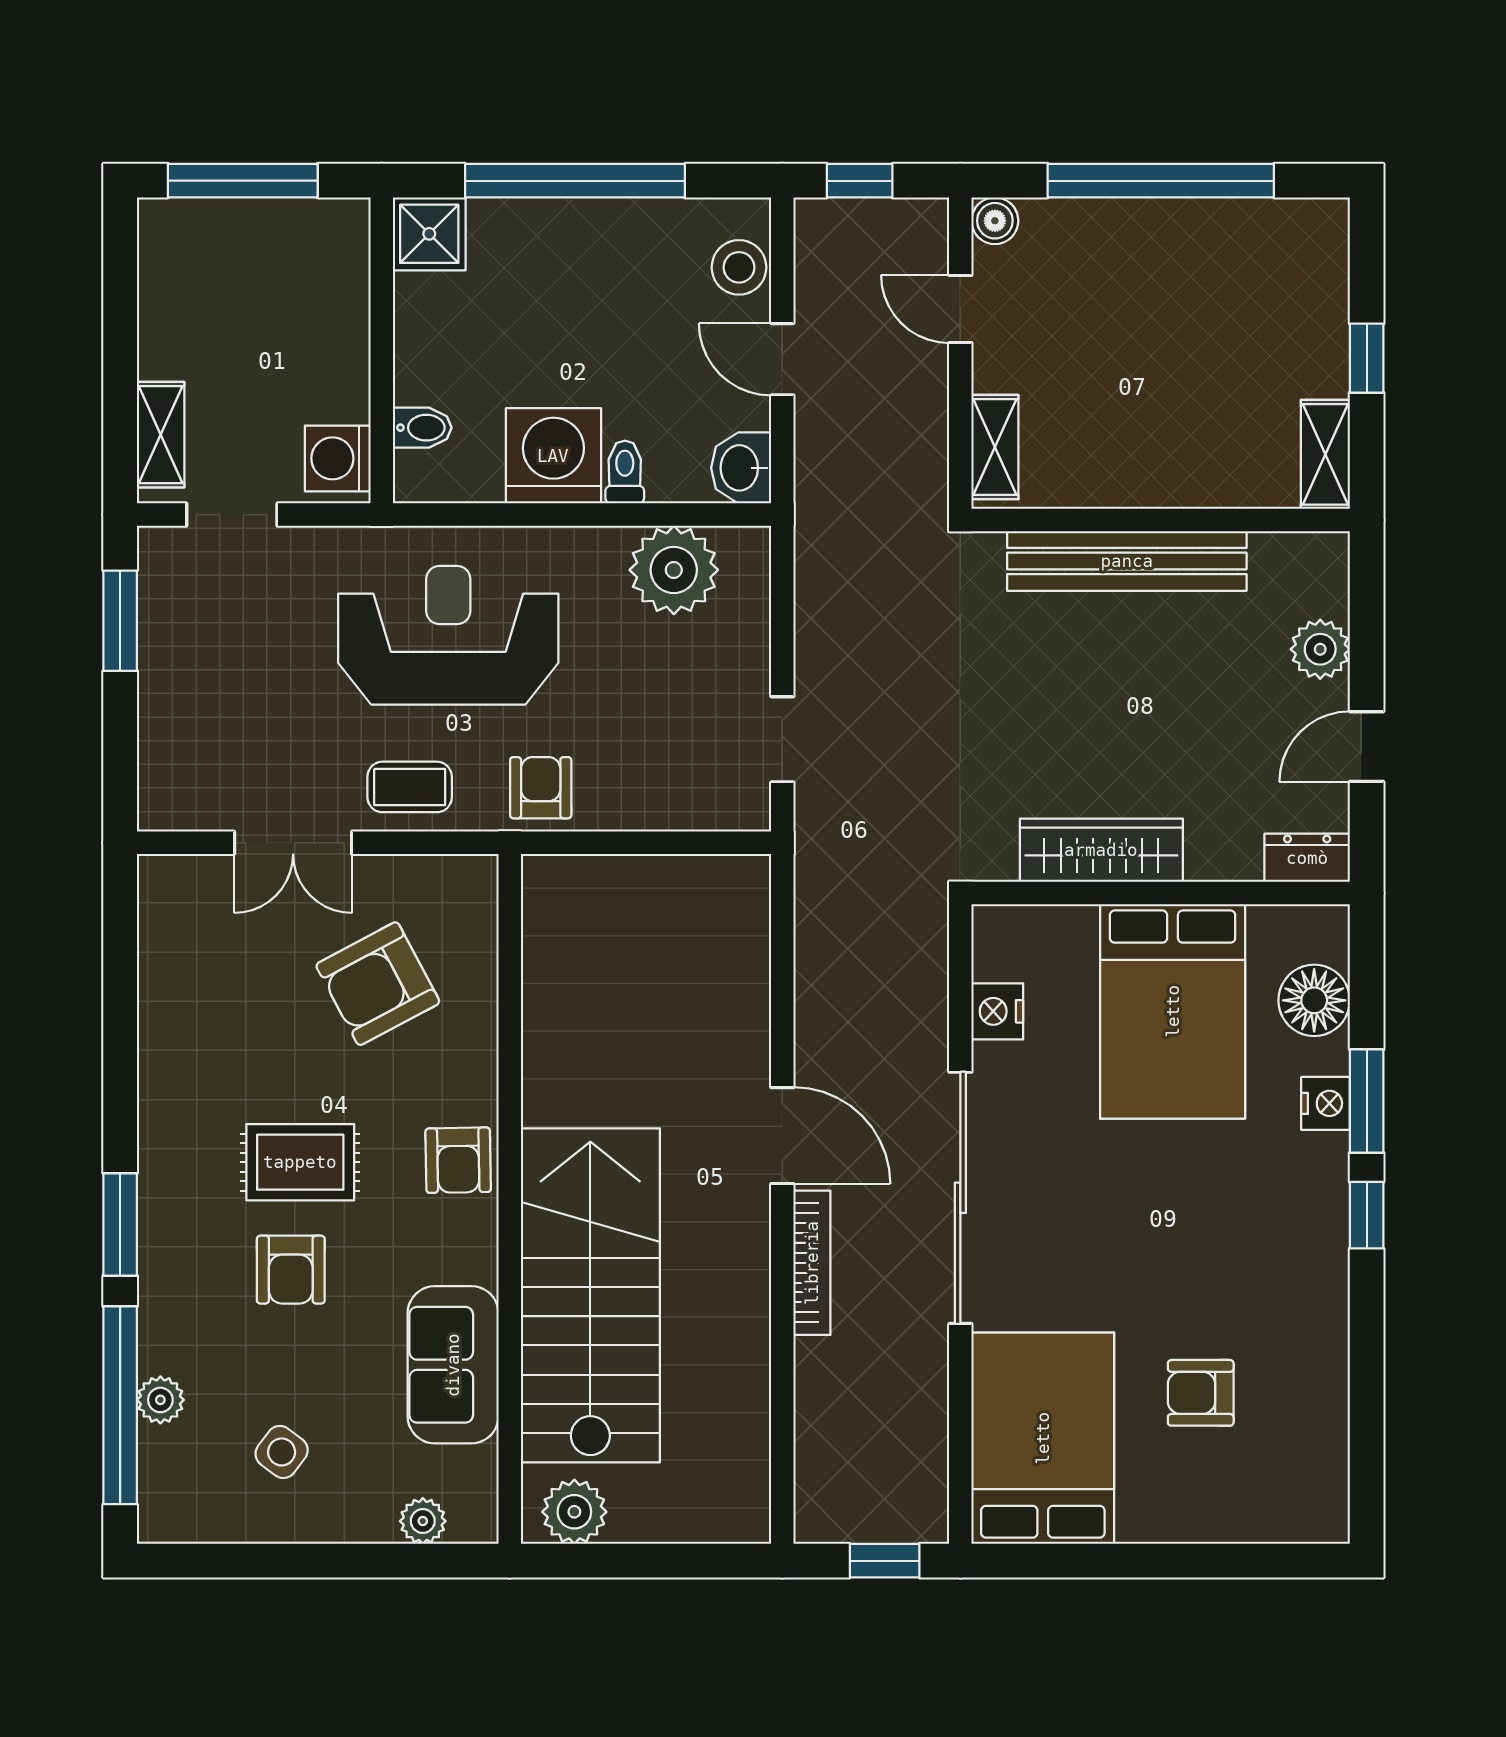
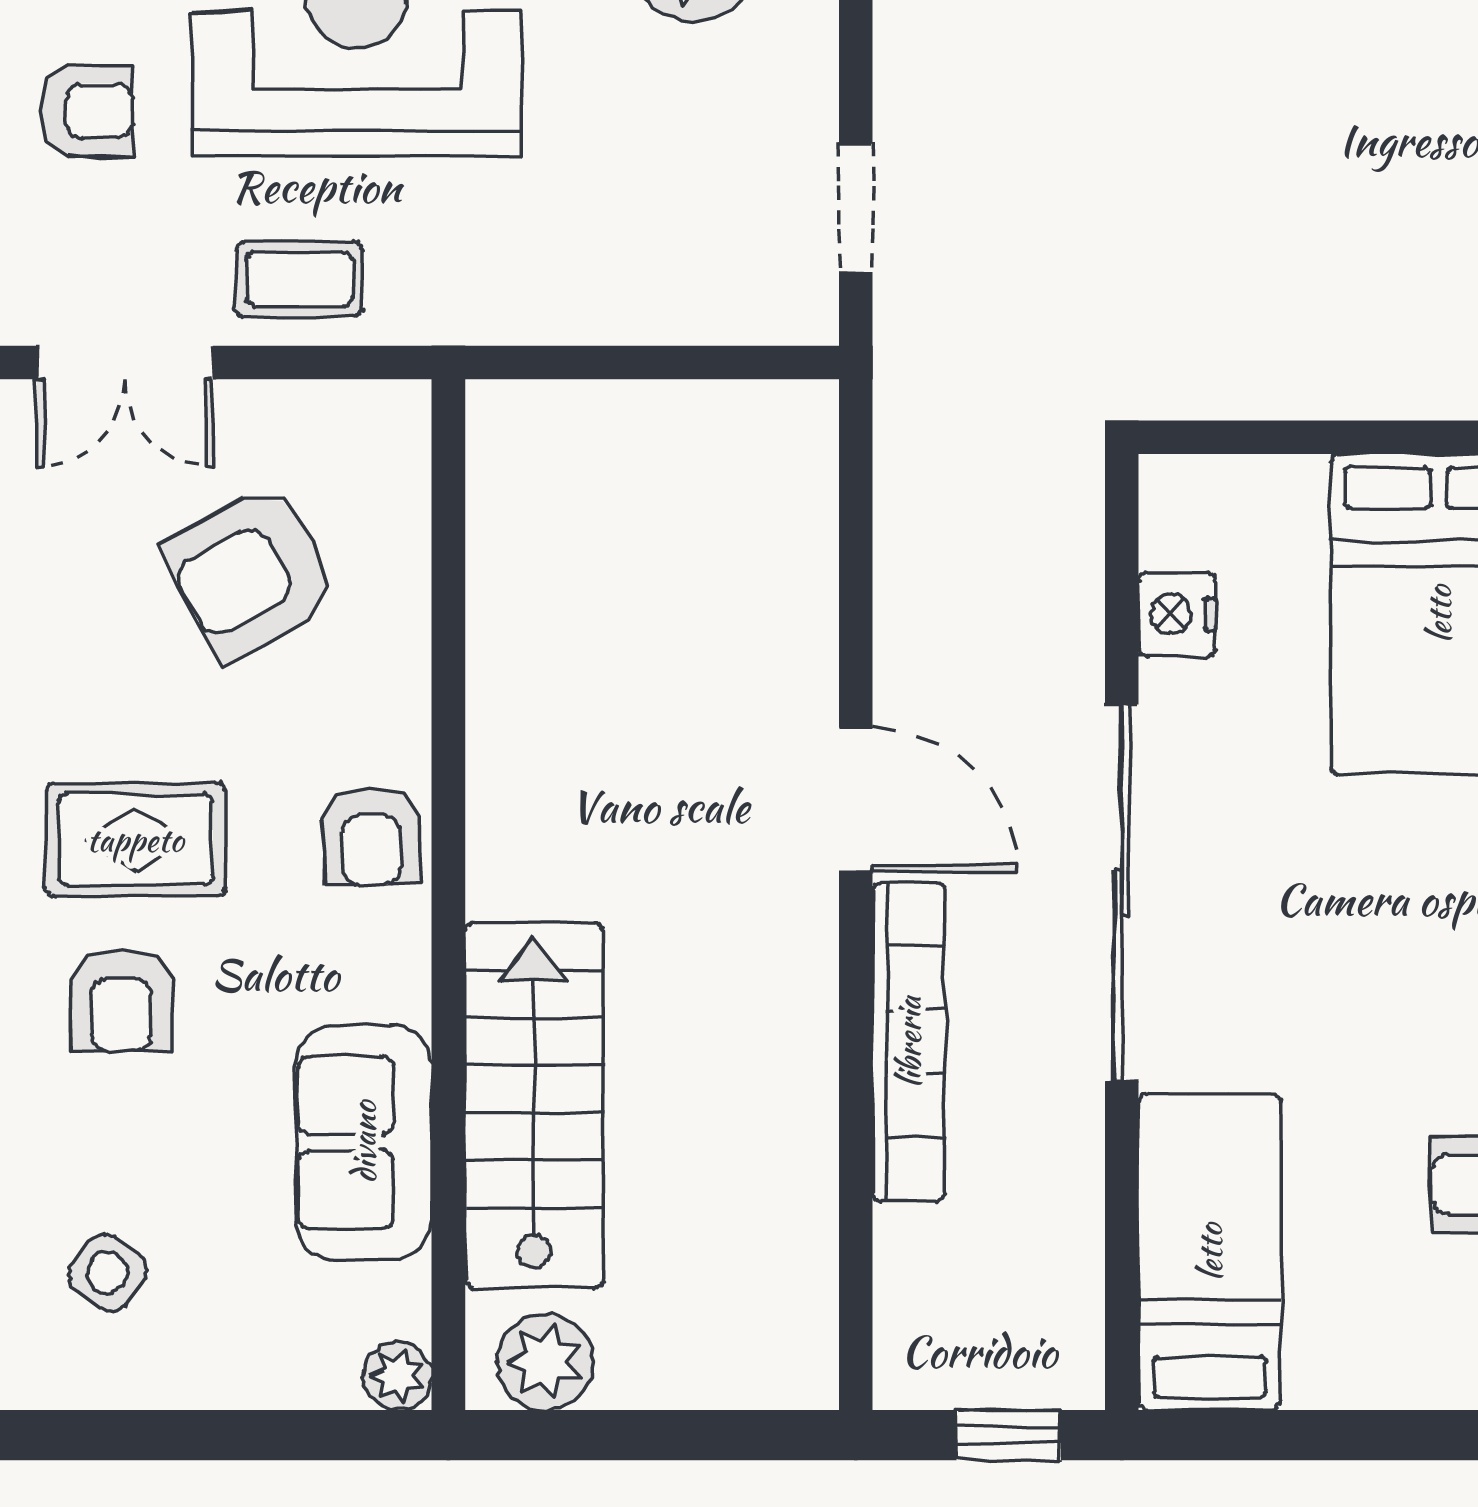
armchair: (541, 788) -> (87, 111), moved, turned 90
wardrobe: (1101, 850) -> (1333, 374), removed
bookcase: (812, 1263) -> (909, 1042), width x1.48, depth x1.31
stairs: (590, 1295) -> (534, 1105), width x0.73, depth x0.66
bed: (1043, 1438) -> (1210, 1252), width x0.67
plant: (423, 1521) -> (397, 1376), moved

